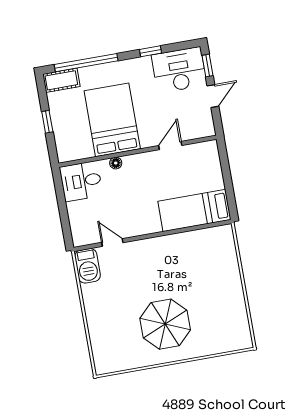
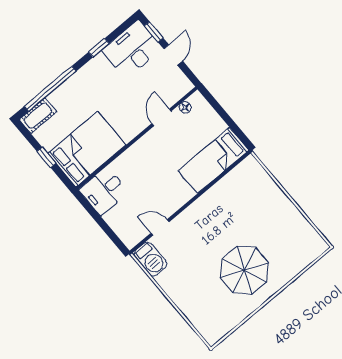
bed: (112, 120) -> (87, 149), moved, turned 90
floor lamp: (116, 163) -> (185, 107), moved

